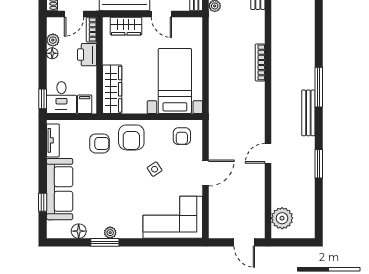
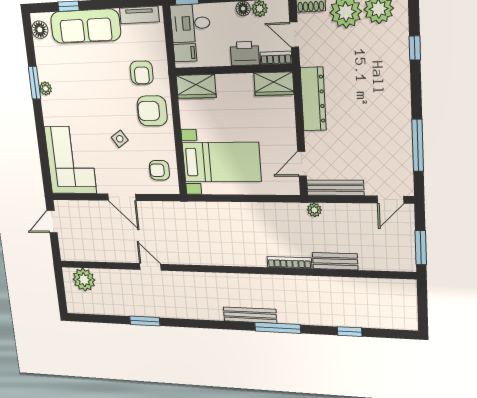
door: (161, 14) -> (302, 164), moved
wardrobe: (126, 26) -> (274, 84), moved, turned -90
bookcase: (260, 62) -> (289, 262), moved
window: (319, 87) -> (278, 328), moved
wardrobe: (112, 89) -> (196, 86), width x0.67
bench: (308, 113) -> (250, 315), moved
floor lamp: (79, 231) -> (40, 30), moved
door: (244, 242) -> (52, 222), moved

